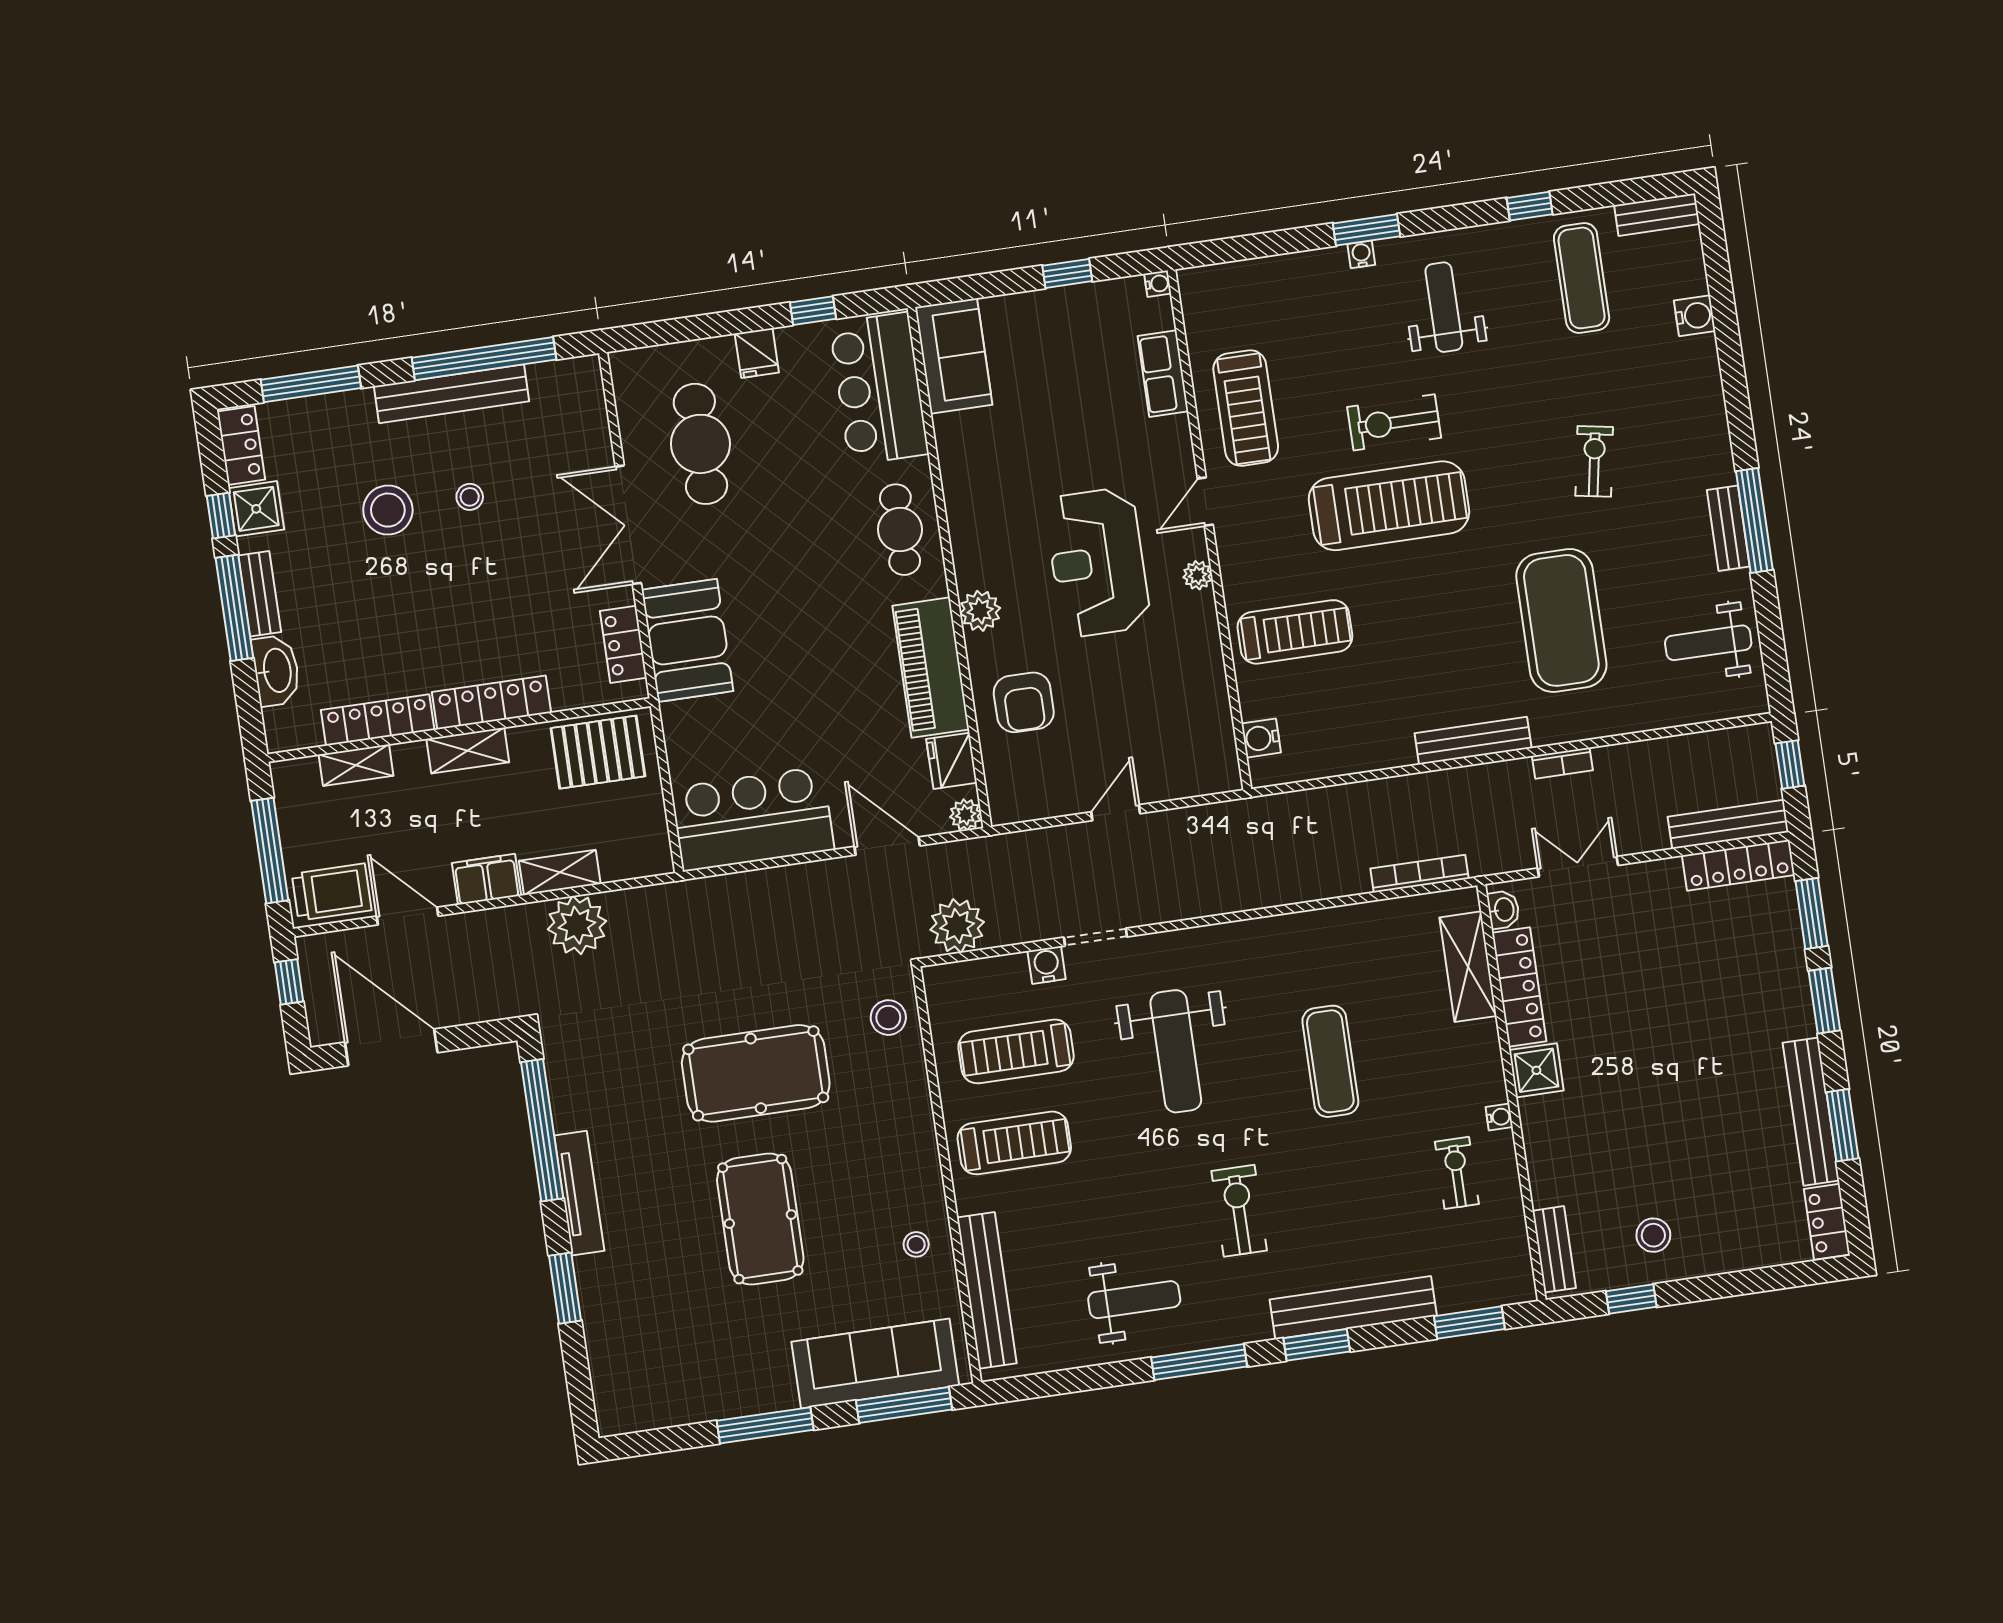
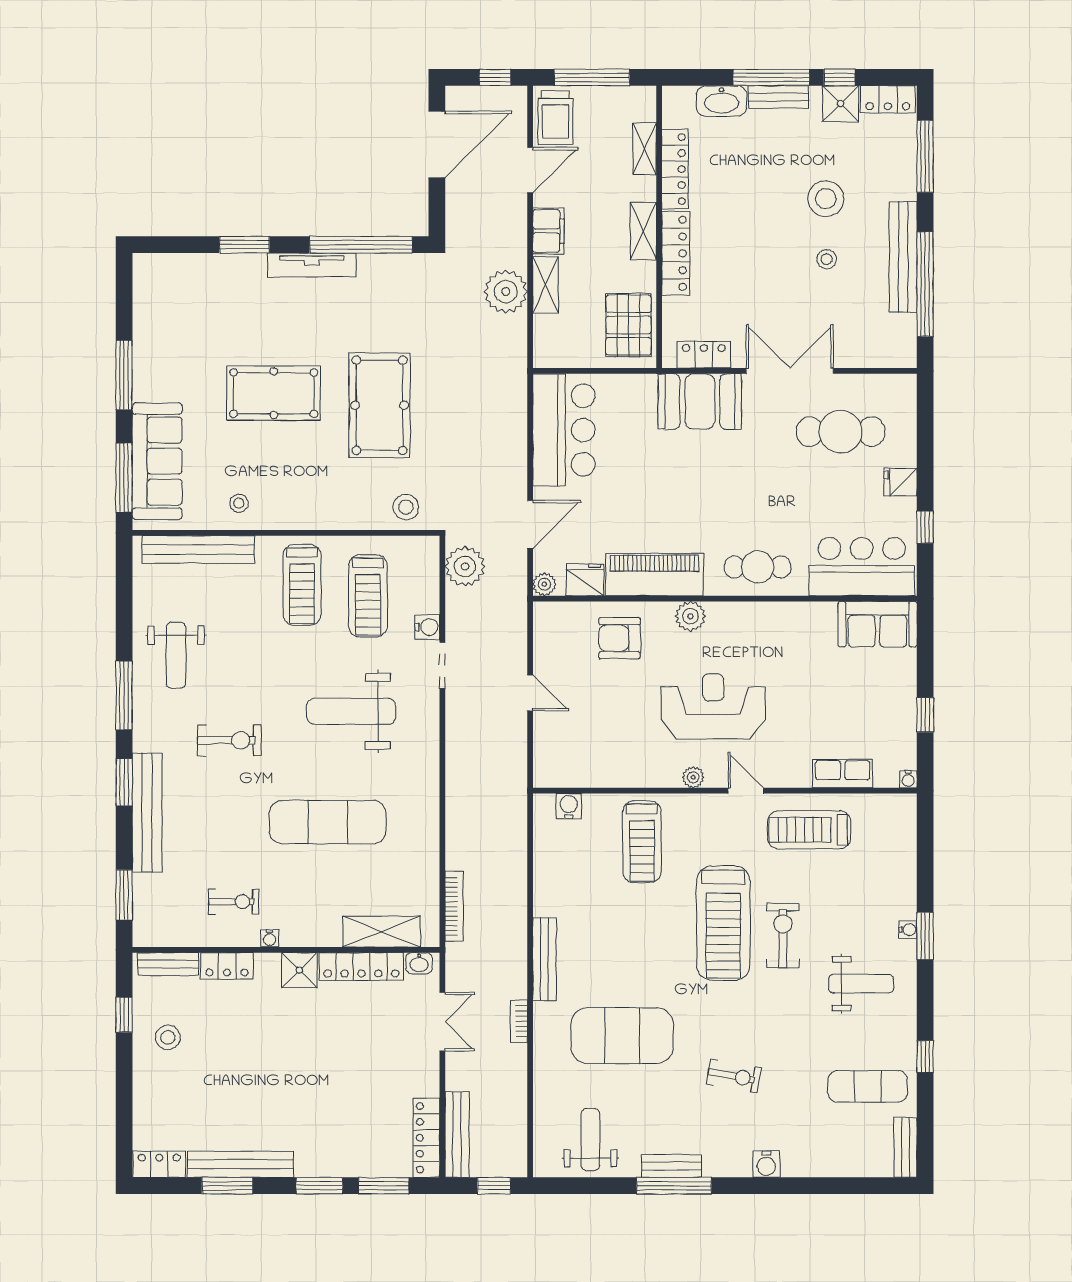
water cooler: (1695, 316) -> (766, 1164), moved
treadmill: (1016, 1051) -> (368, 596), turned 180
exercise mat: (1330, 1061) -> (328, 822), width x1.36, depth x1.45
locker: (1545, 1169) -> (227, 966), added

